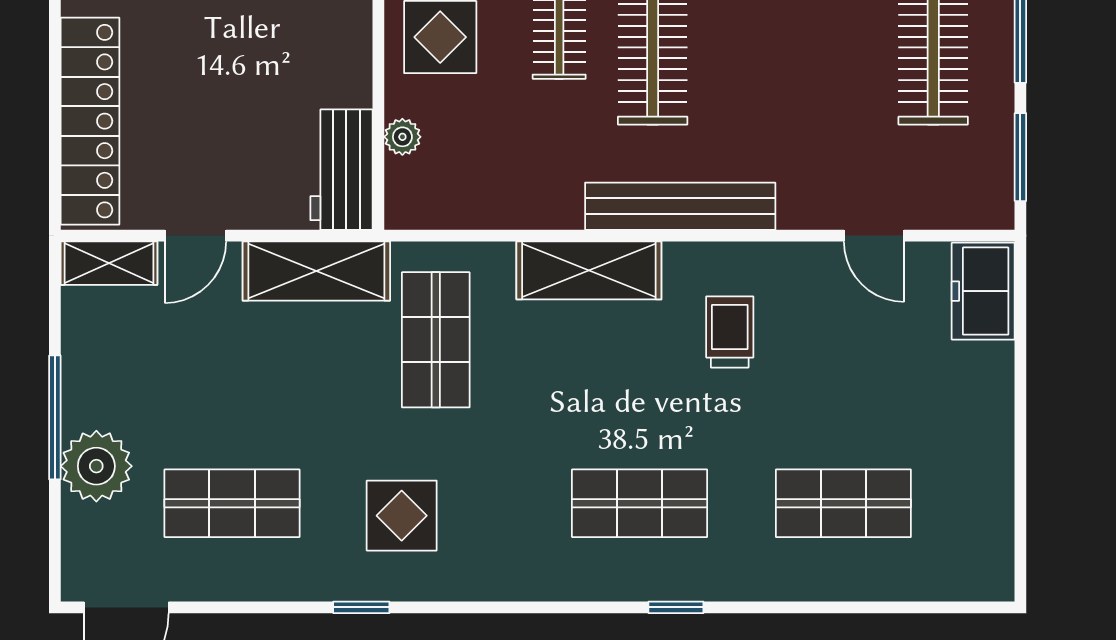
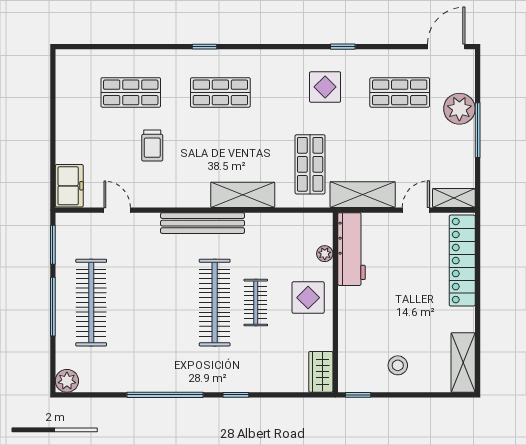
workbench: (341, 170) -> (352, 249), width x1.38
trolley: (730, 332) -> (152, 145), moved

